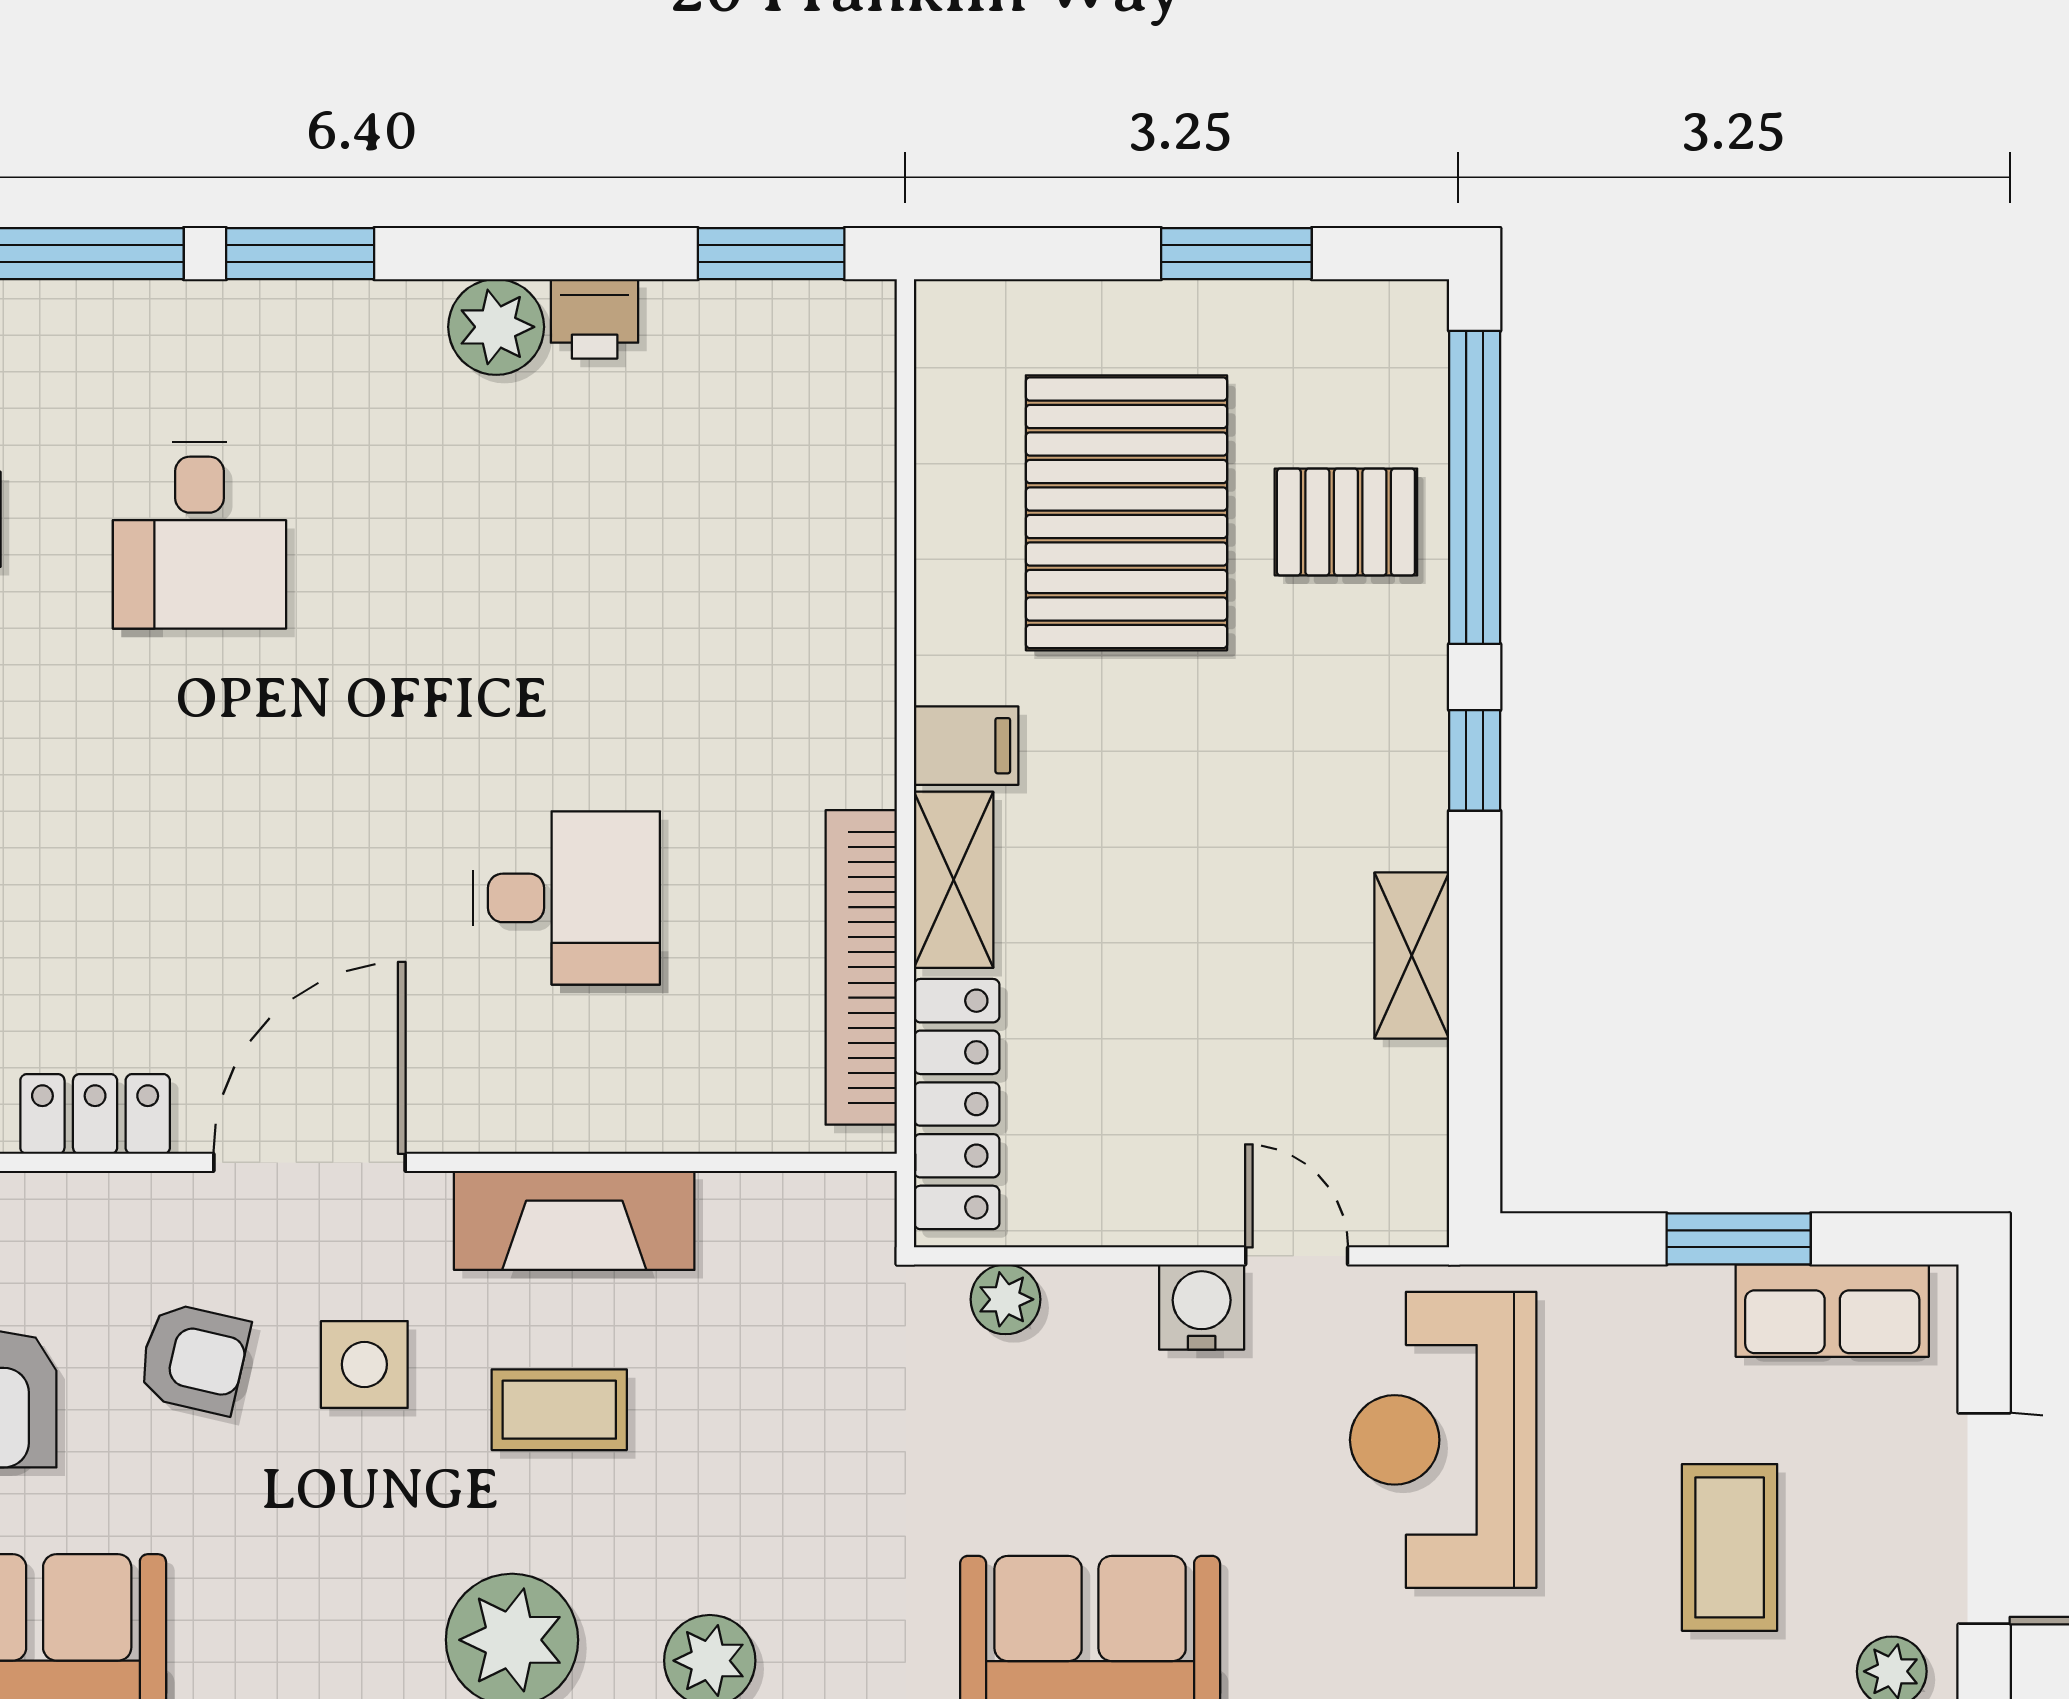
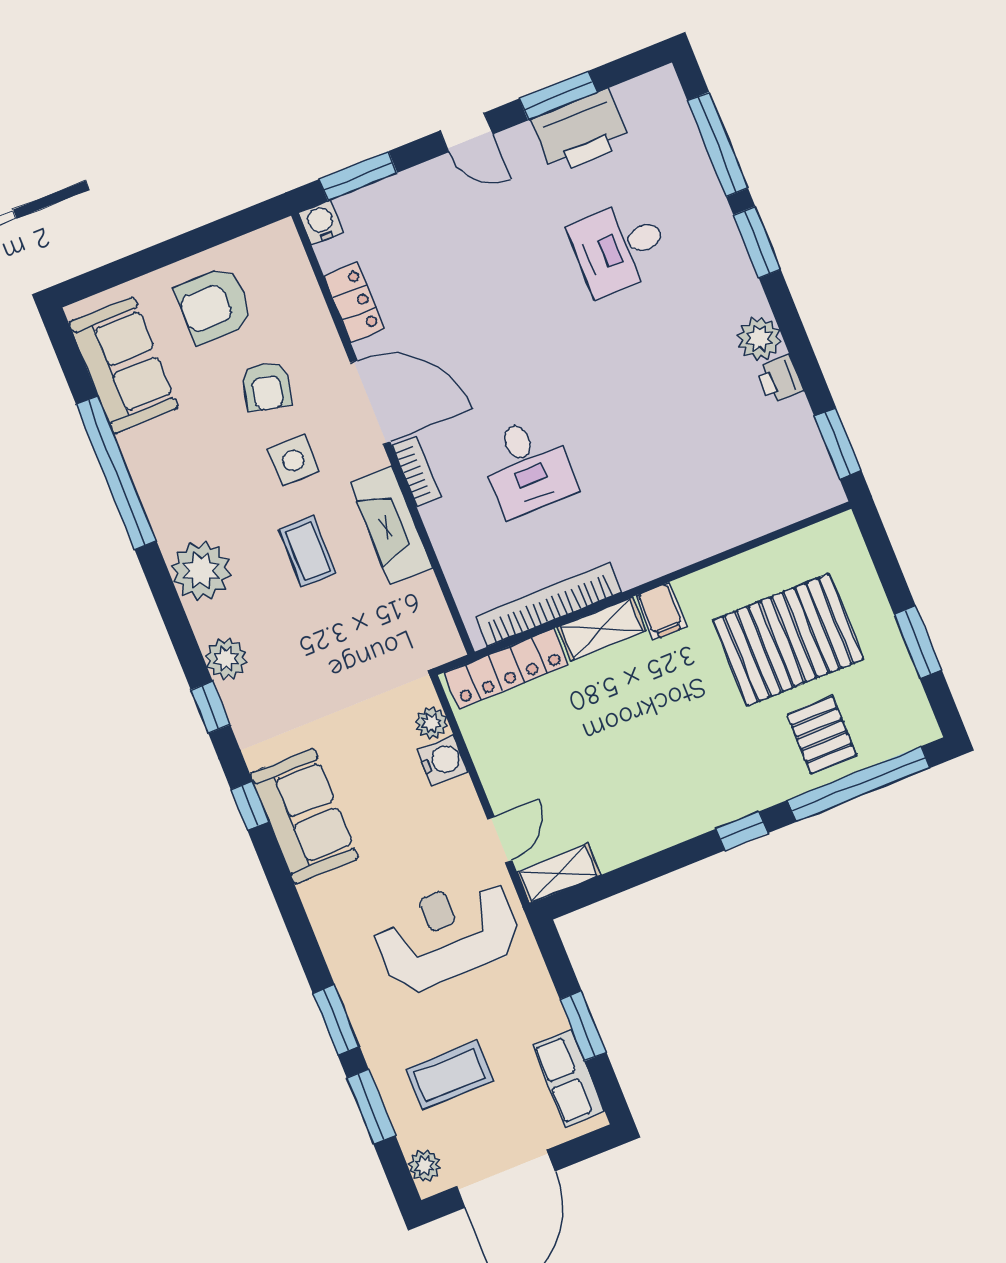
shelving: (1412, 955) -> (559, 873), moved
bookcase: (486, 1125) -> (416, 471), added
water cooler: (1202, 1307) -> (443, 760), moved

